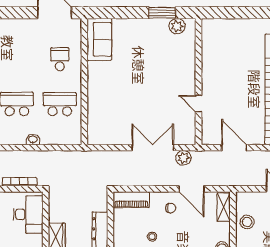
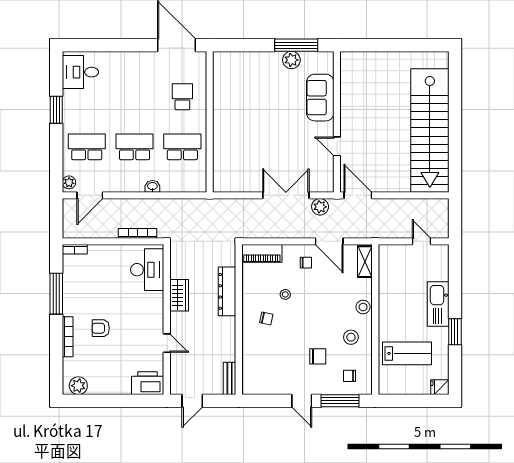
window: (162, 13) -> (296, 45), width x1.44
plant: (177, 26) -> (291, 60), moved
sofa: (99, 39) -> (320, 98), moved, turned 180
door: (234, 148) -> (358, 195), moved
stool: (247, 222) -> (391, 278), removed

